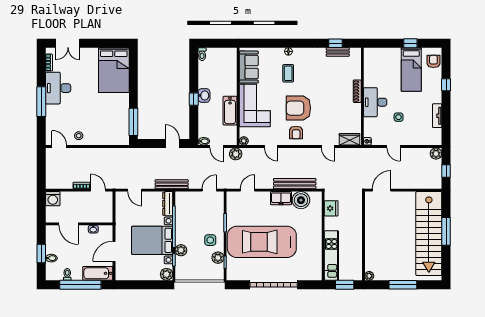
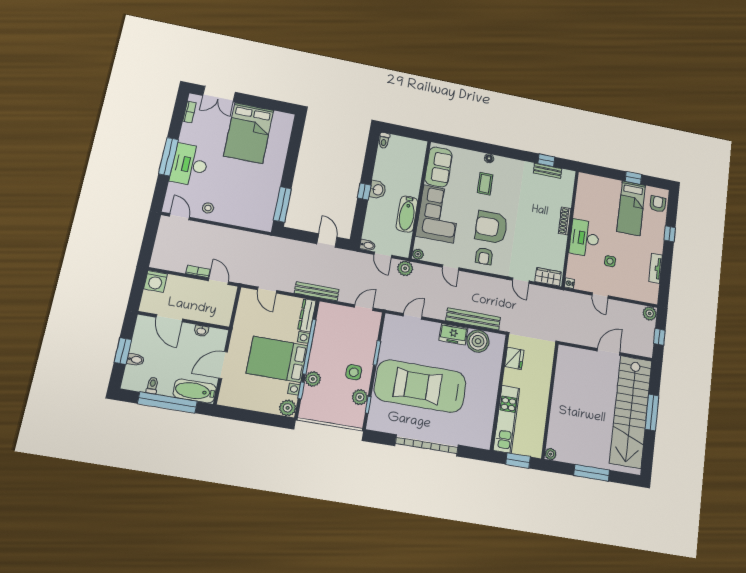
bed: (114, 70) -> (249, 133), moved
desk: (58, 88) -> (190, 165), moved
door: (382, 190) -> (609, 352), moved

